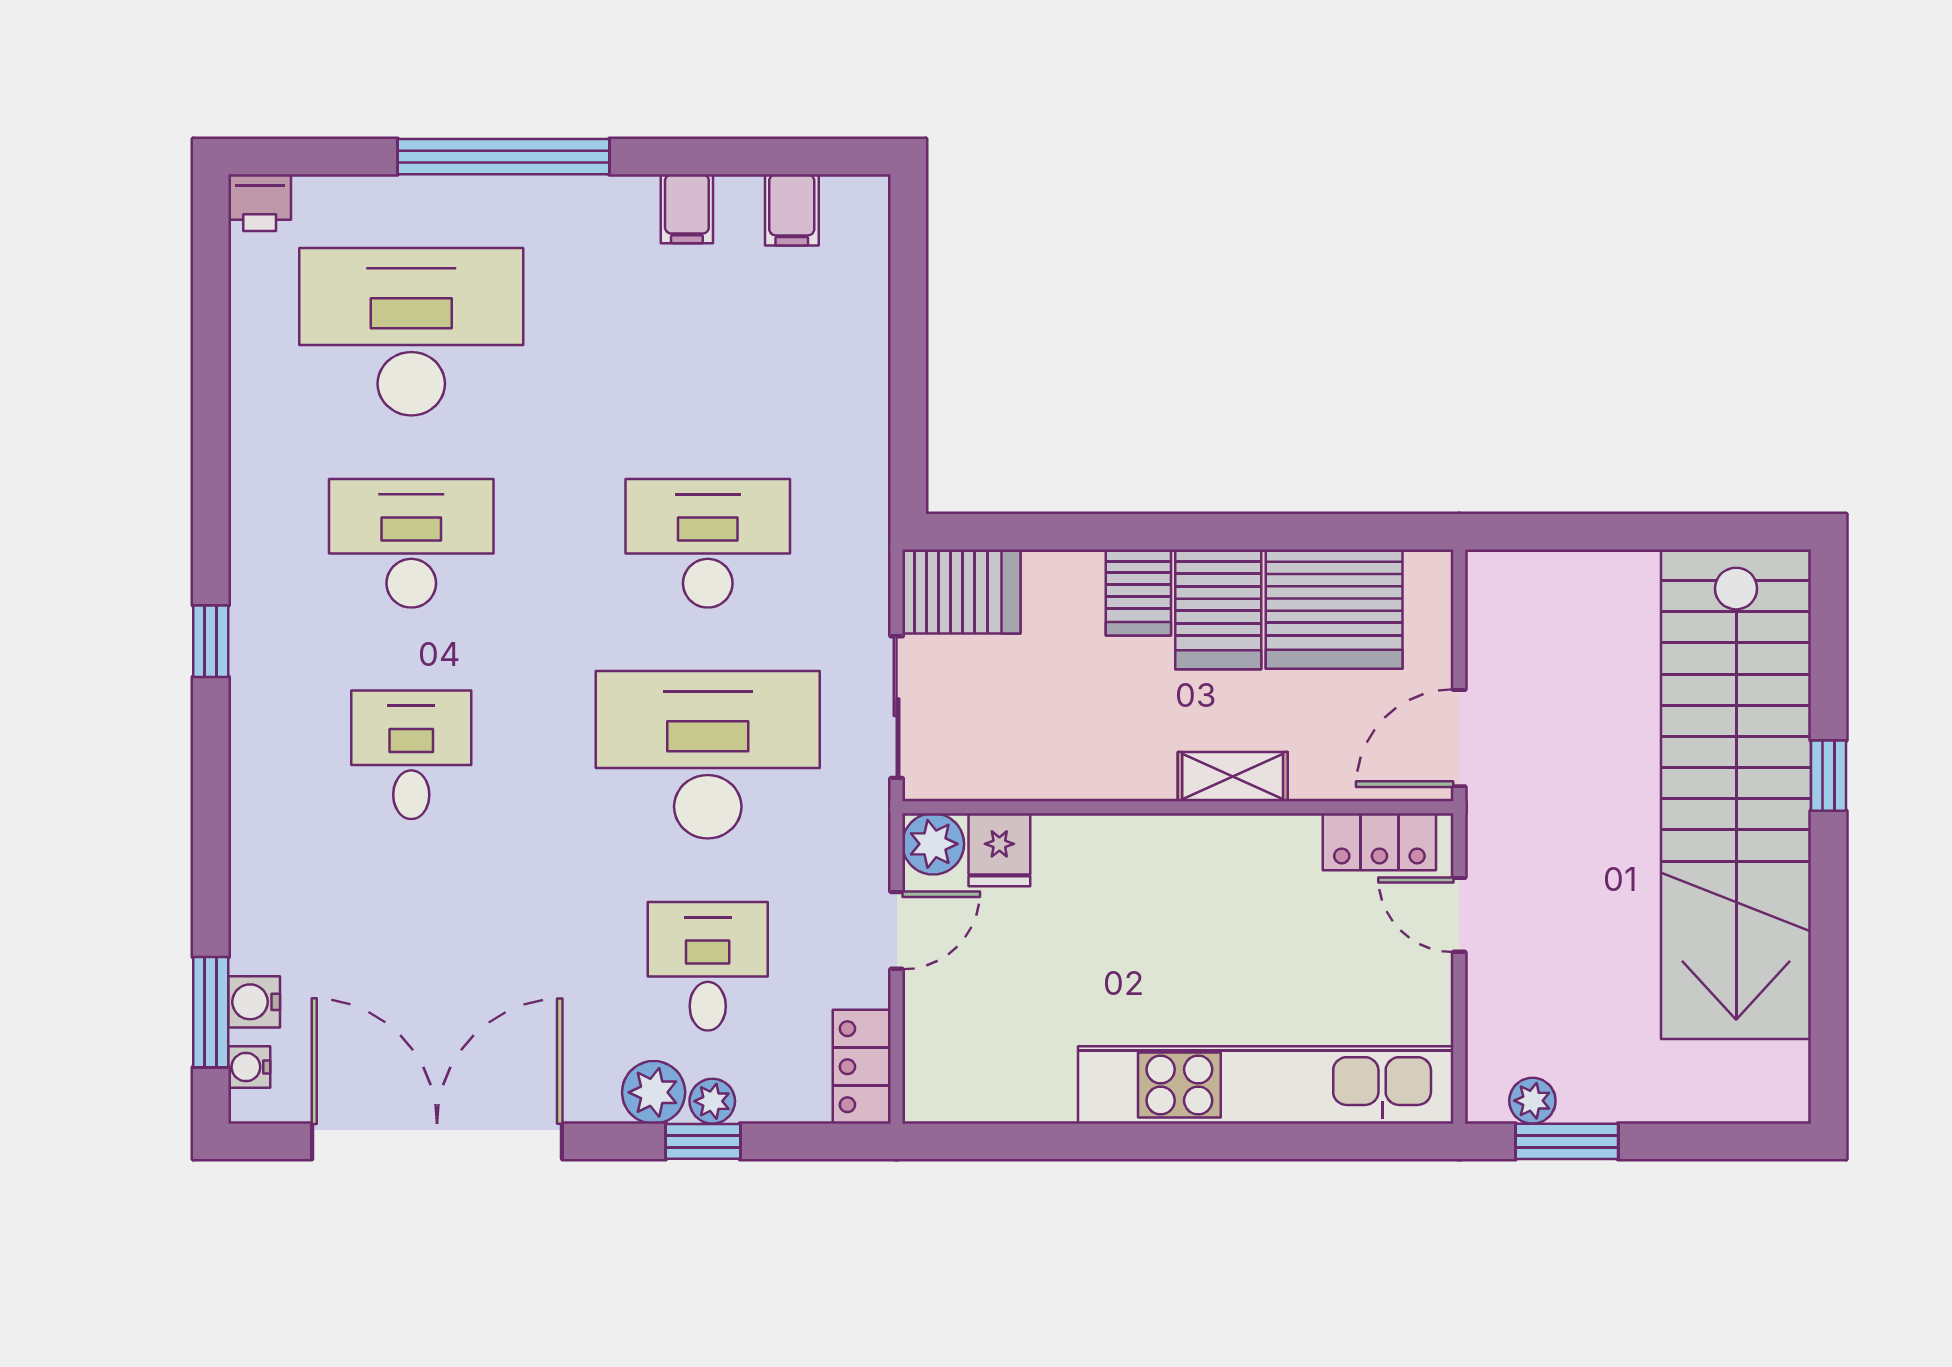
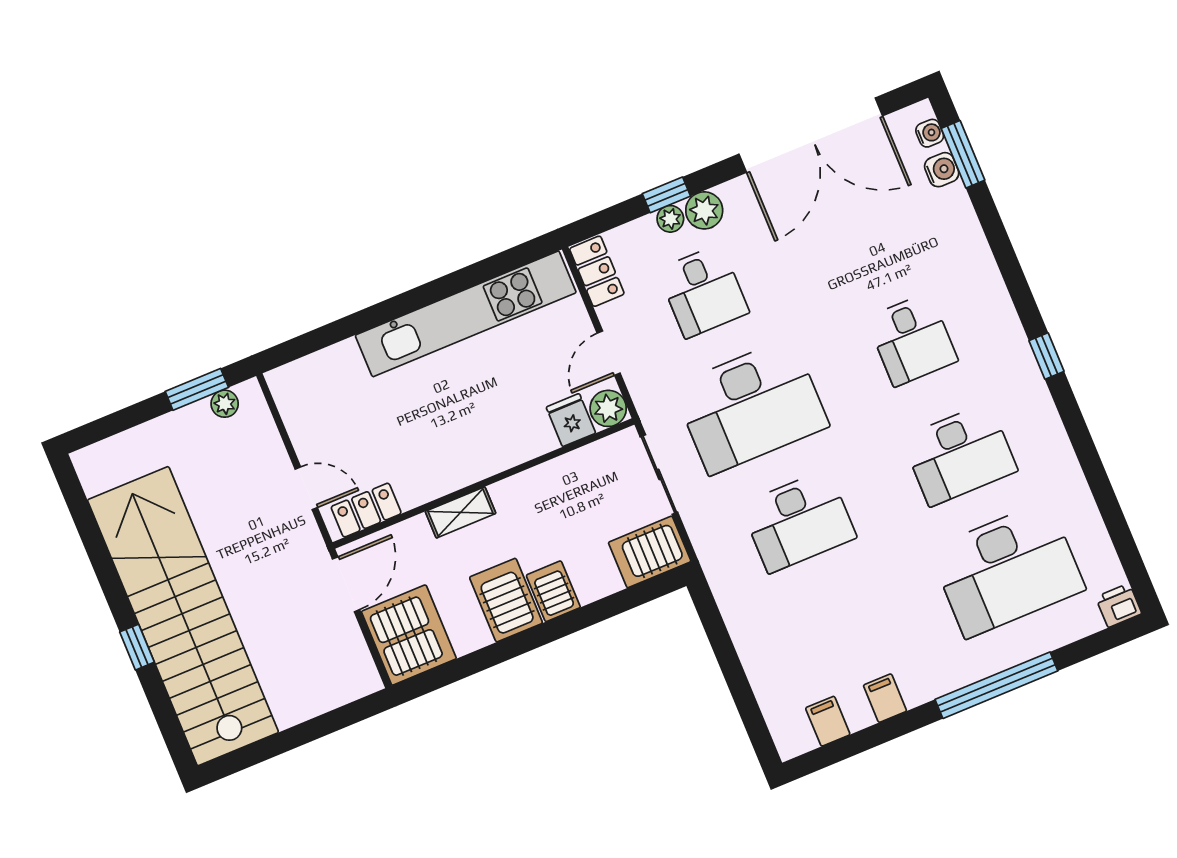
server rack: (1334, 609) -> (409, 635), moved, turned 90
kitchen unit: (1266, 1085) -> (466, 314), moved

